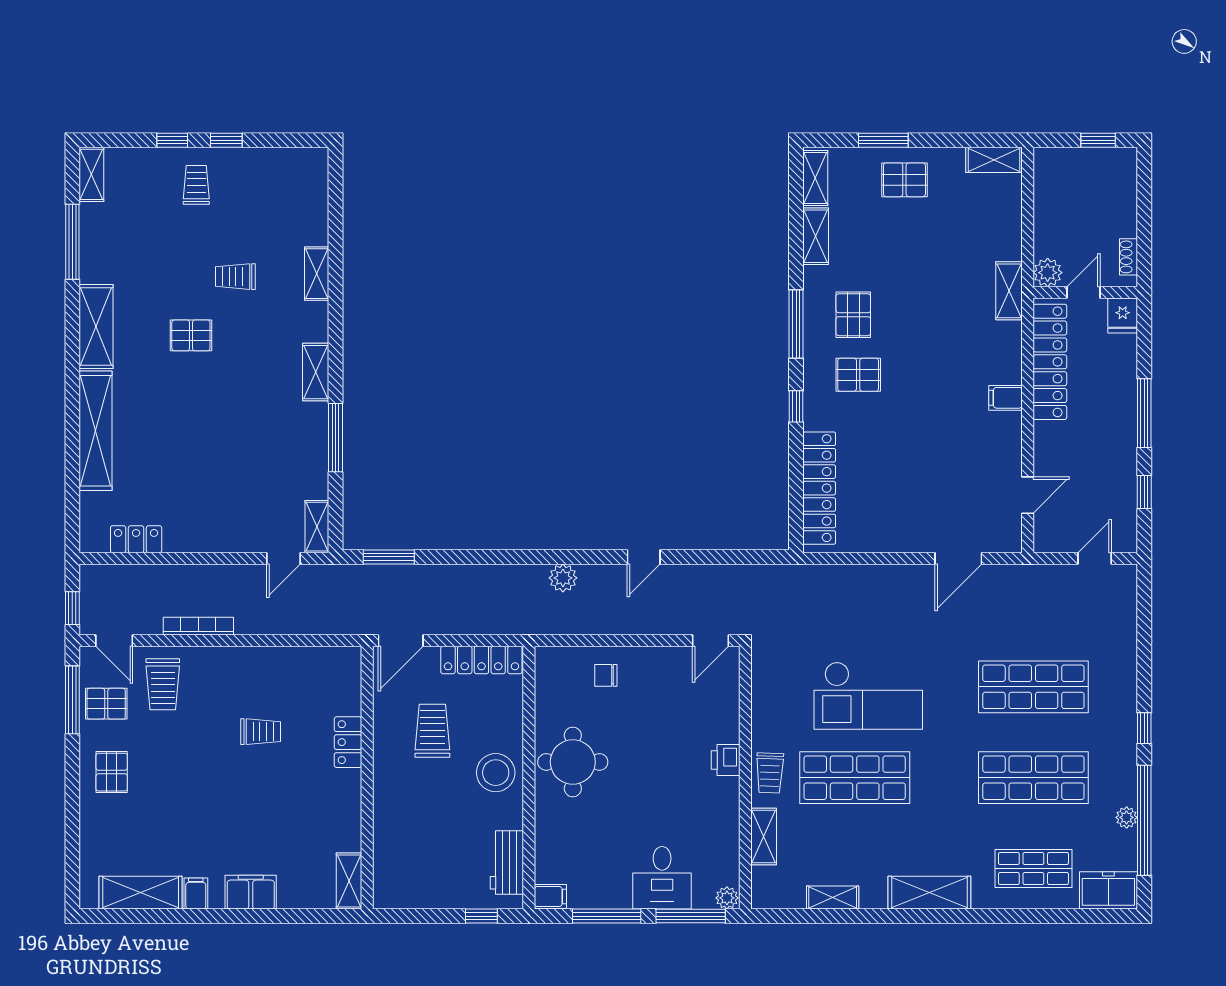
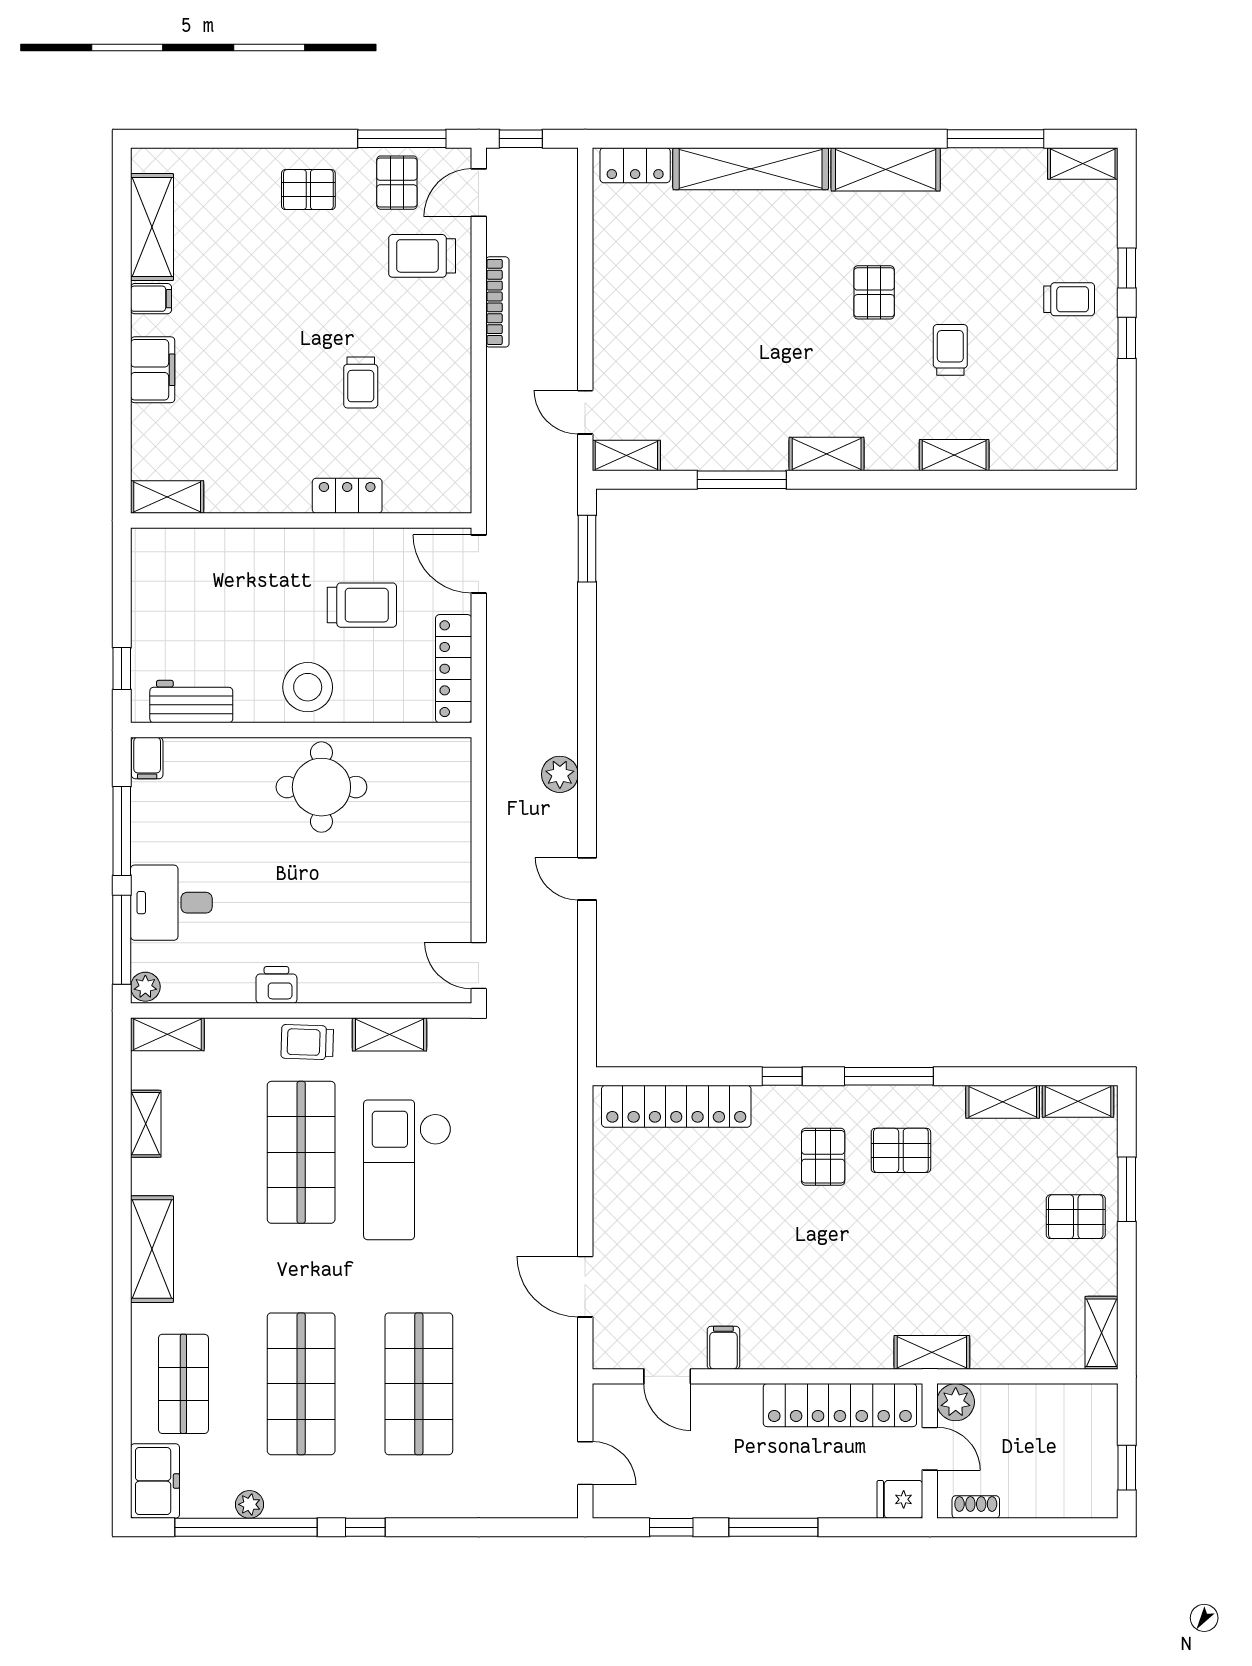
pallet: (904, 180) -> (1076, 1217), turned 90
filing cabinet: (1006, 398) -> (723, 1348), moved
locker: (136, 539) -> (635, 165), moved, turned 90
chair: (606, 675) -> (434, 830), removed
shelving: (764, 710) -> (389, 1034), added
printer: (726, 760) -> (276, 985), moved
shelving: (764, 836) -> (167, 1034), moved

